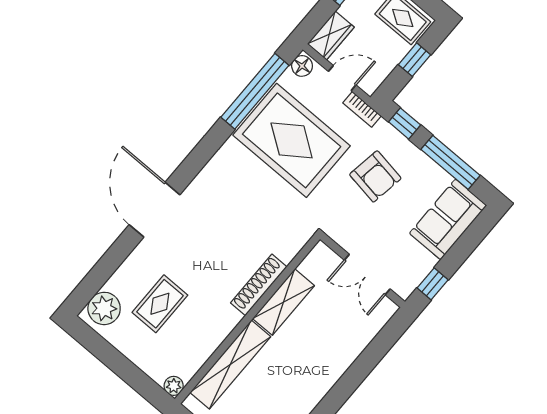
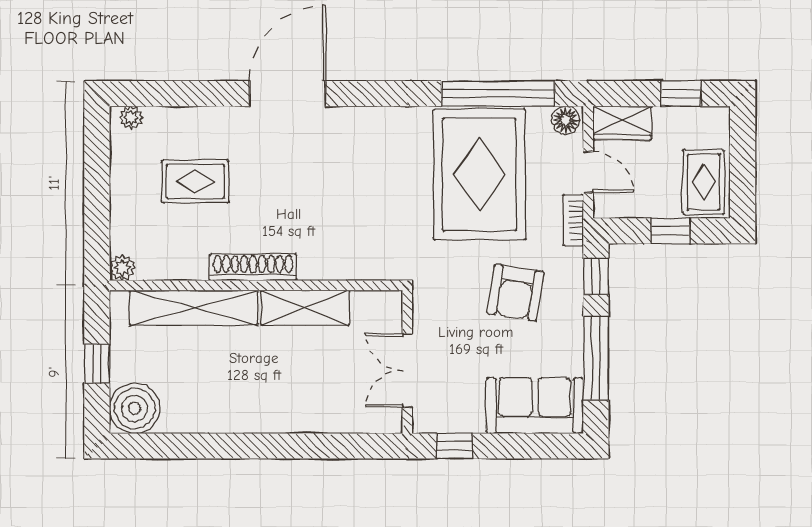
shoe rack: (259, 285) -> (253, 267), moved
plant: (104, 308) -> (131, 118), width x0.53, depth x0.53

